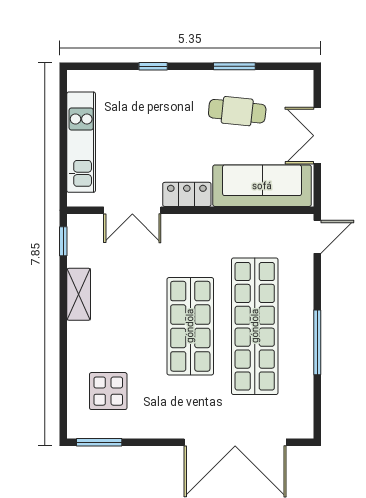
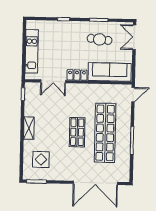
double door: (317, 136) -> (134, 37), moved
shelving: (79, 294) -> (29, 128), moved
shop shelf: (190, 326) -> (77, 132), width x0.70, depth x0.74

